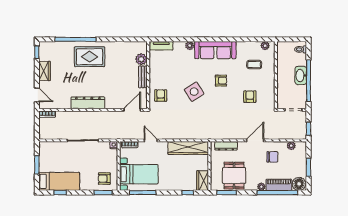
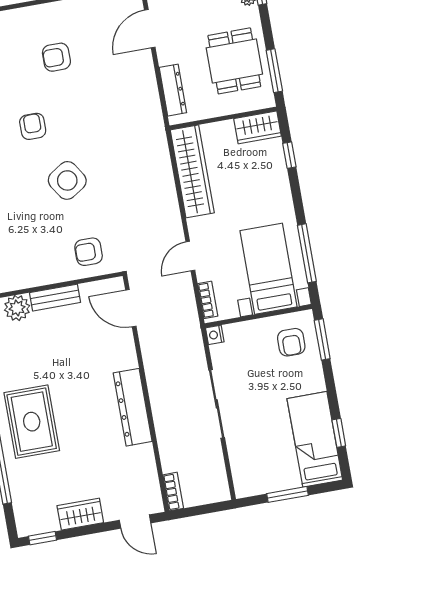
door: (37, 95) -> (135, 522), swing flipped
door: (255, 140) -> (150, 29), hinge flipped
dining table: (234, 176) -> (234, 61), turned 90

